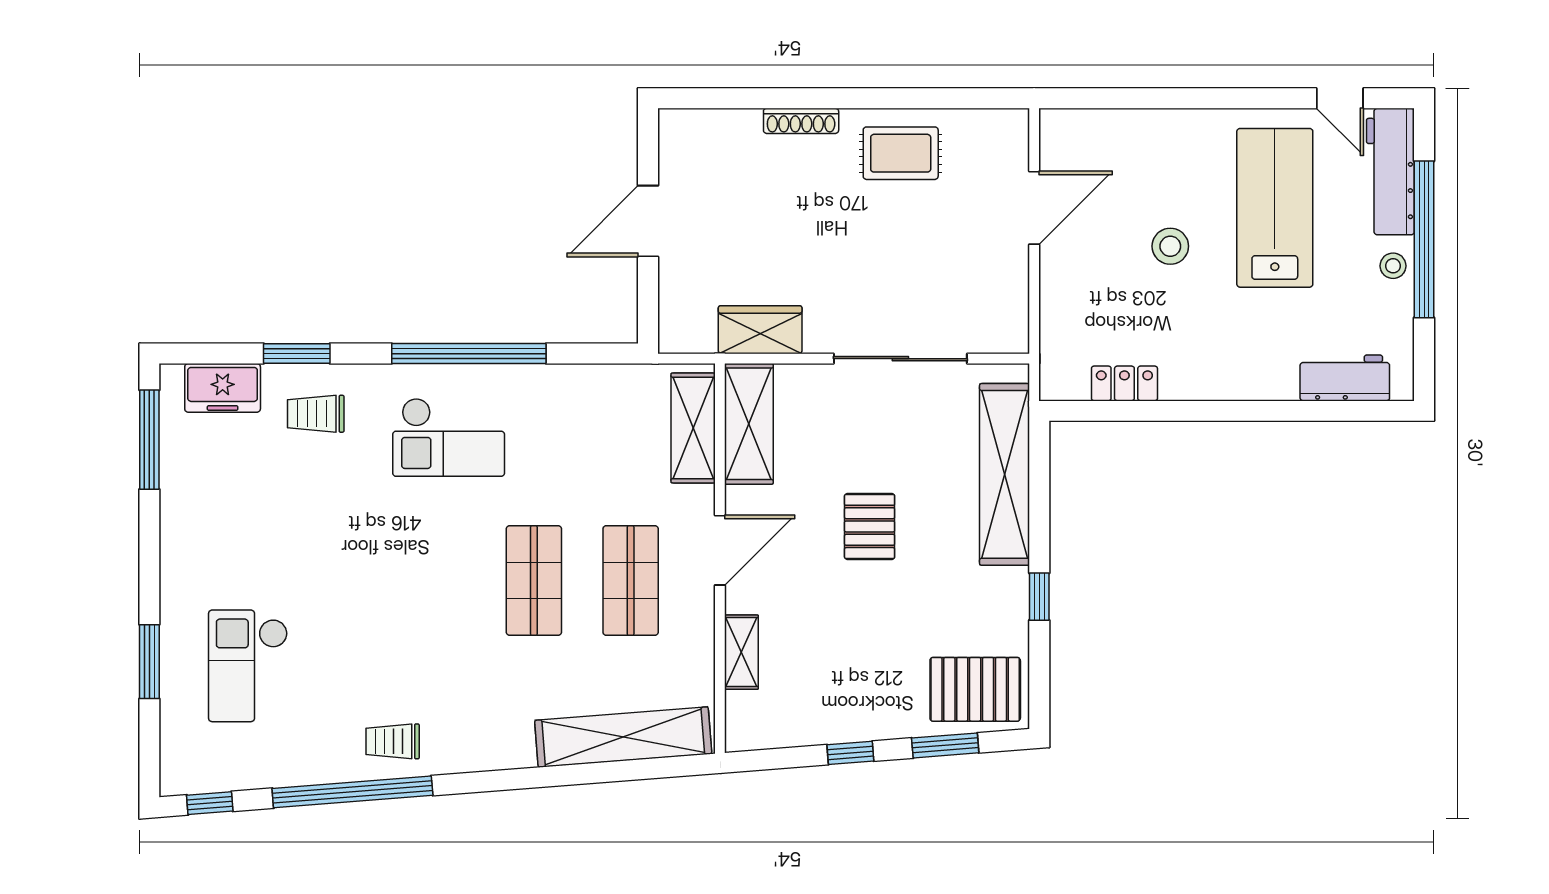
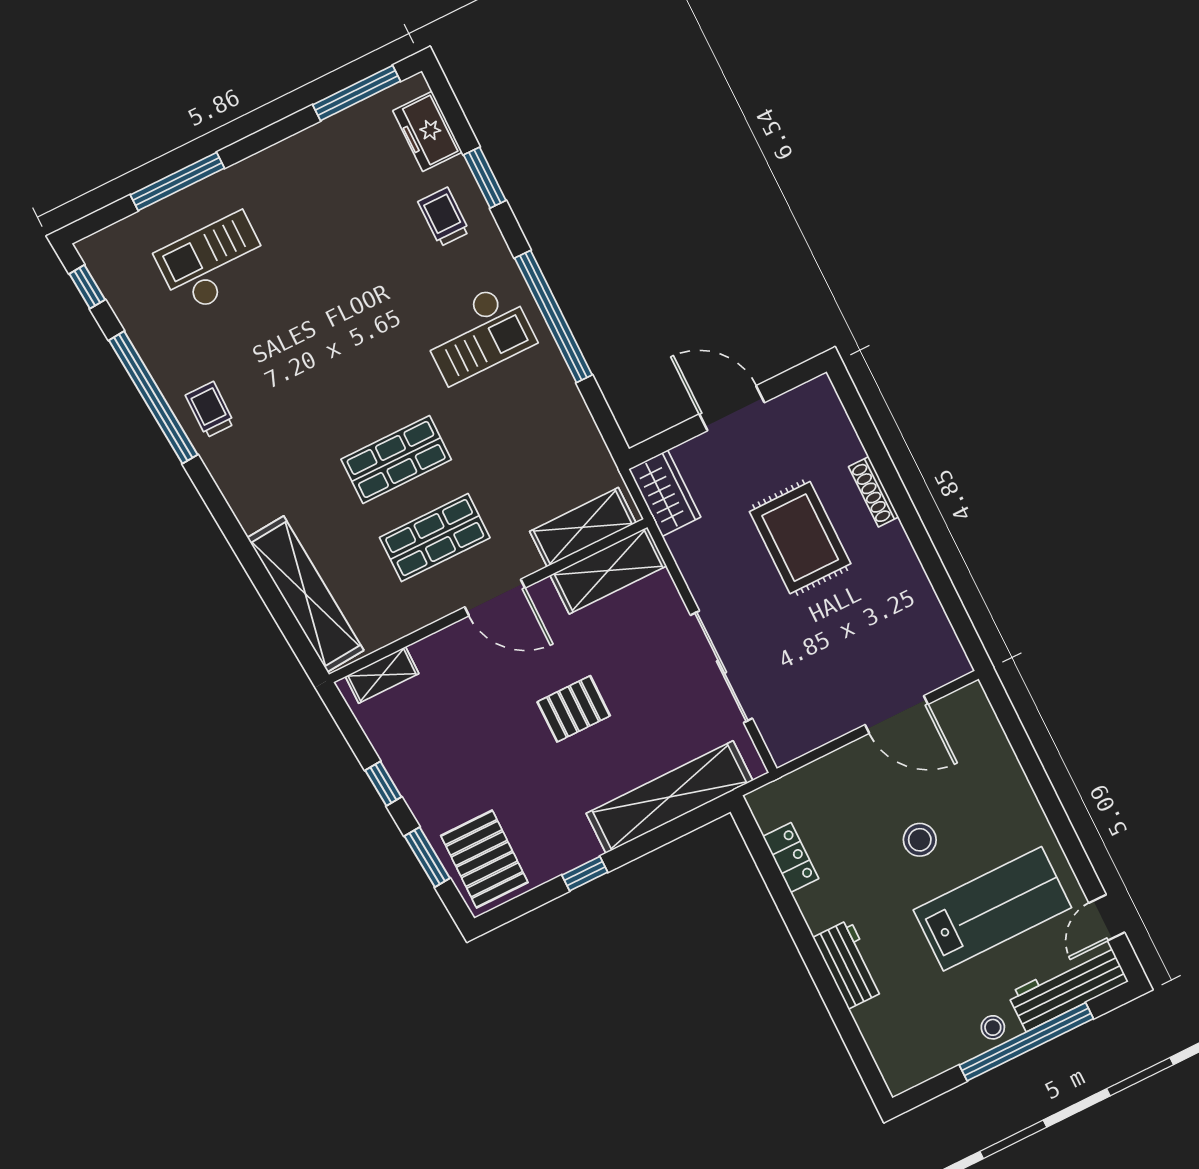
rug: (901, 153) -> (800, 538), moved, width x1.36, depth x1.43
wardrobe: (760, 330) -> (665, 493), moved
workbench: (1345, 378) -> (849, 964), moved
checkout: (449, 437) -> (478, 334), turned -90
shelving: (741, 652) -> (382, 675), moved
window: (149, 662) -> (177, 181), width x1.44

